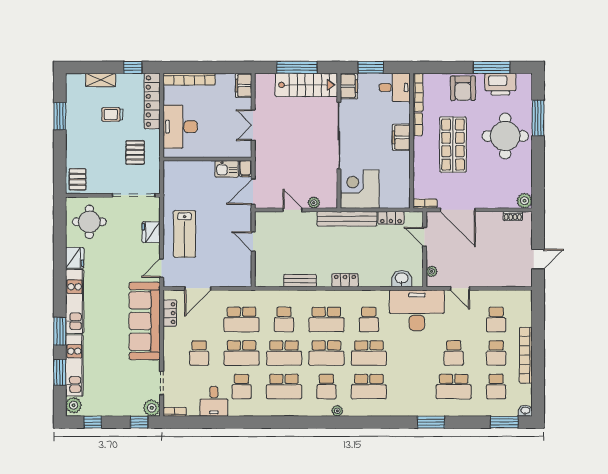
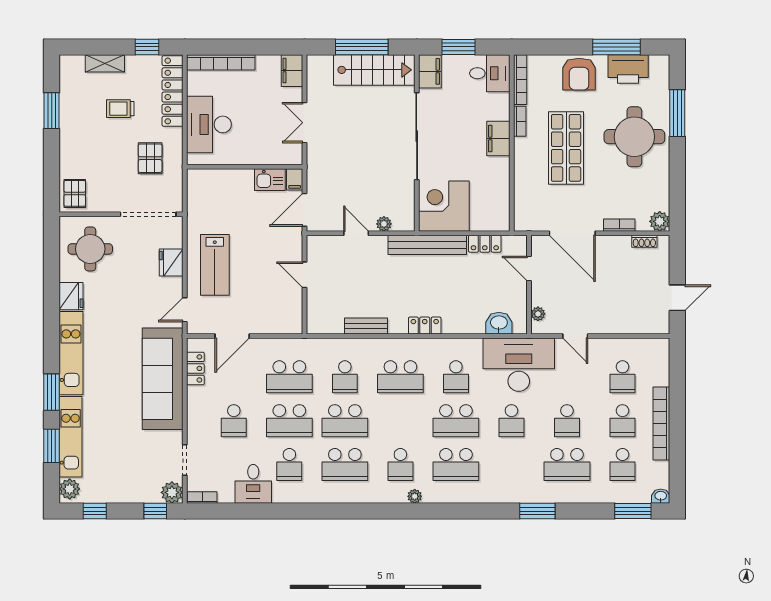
bookcase: (425, 204) -> (619, 225), moved
school desk: (326, 353) -> (511, 421), moved, width x0.54

